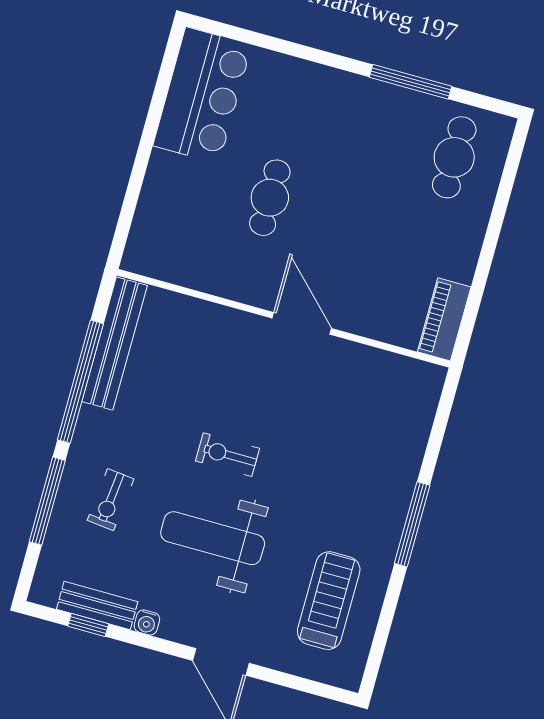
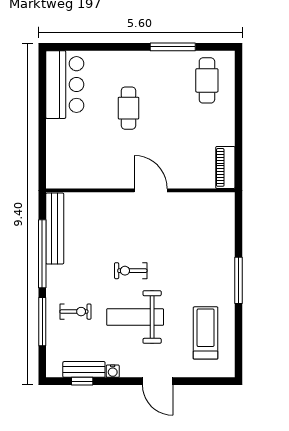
cafe table: (270, 198) -> (128, 108), moved
exercise bike: (111, 500) -> (76, 312), turned -96

